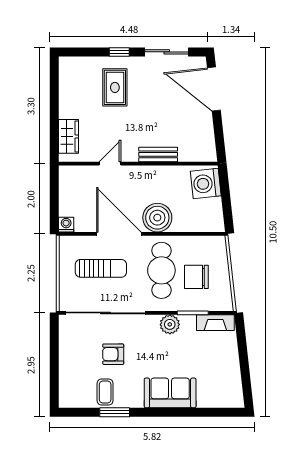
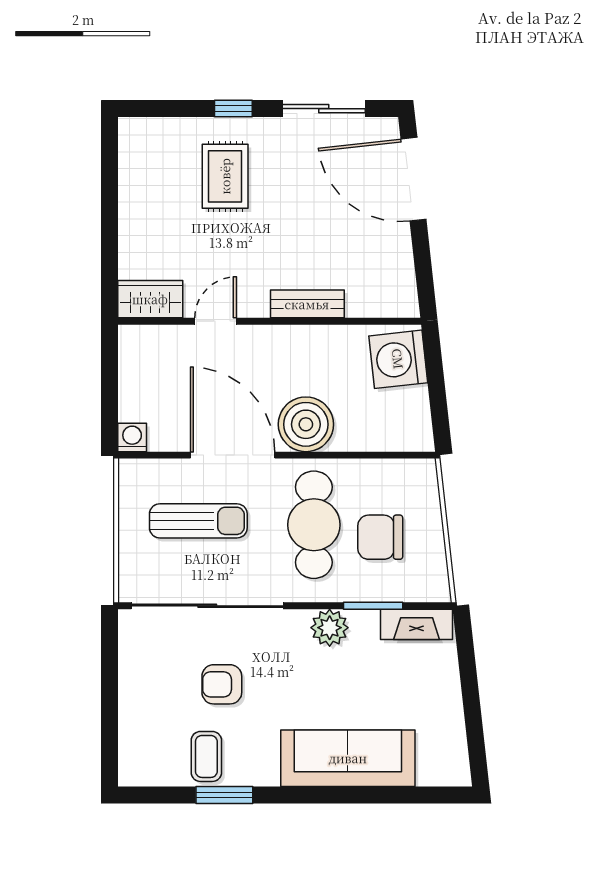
wardrobe: (68, 136) -> (150, 299), moved, turned -90
sofa: (170, 393) -> (348, 758), width x1.36

